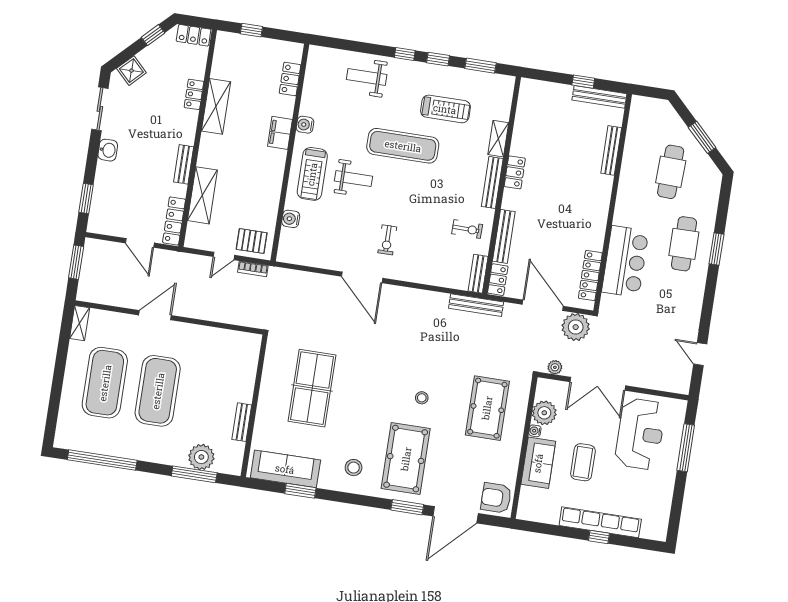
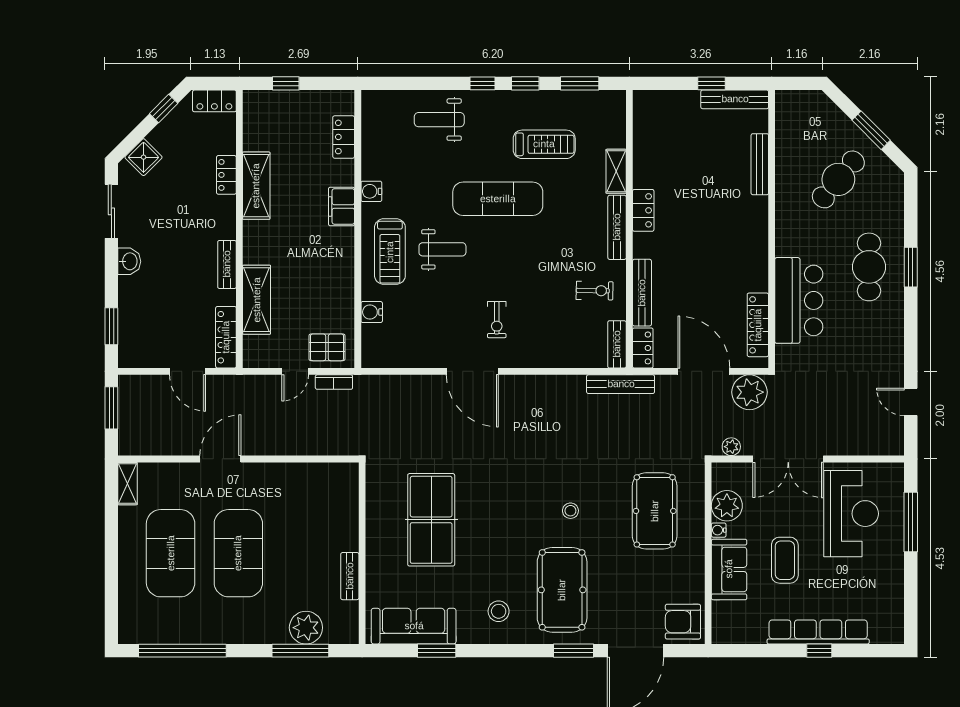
cafe table: (671, 172) -> (838, 179), turned 38

